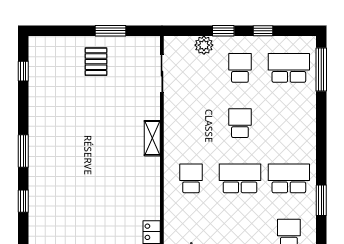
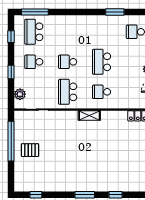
window: (111, 31) -> (11, 141), width x2.11
window: (263, 31) -> (11, 37), moved
plant: (204, 45) -> (20, 94), moved
shelving: (152, 138) -> (89, 116), moved
school desk: (289, 178) -> (68, 92), moved

